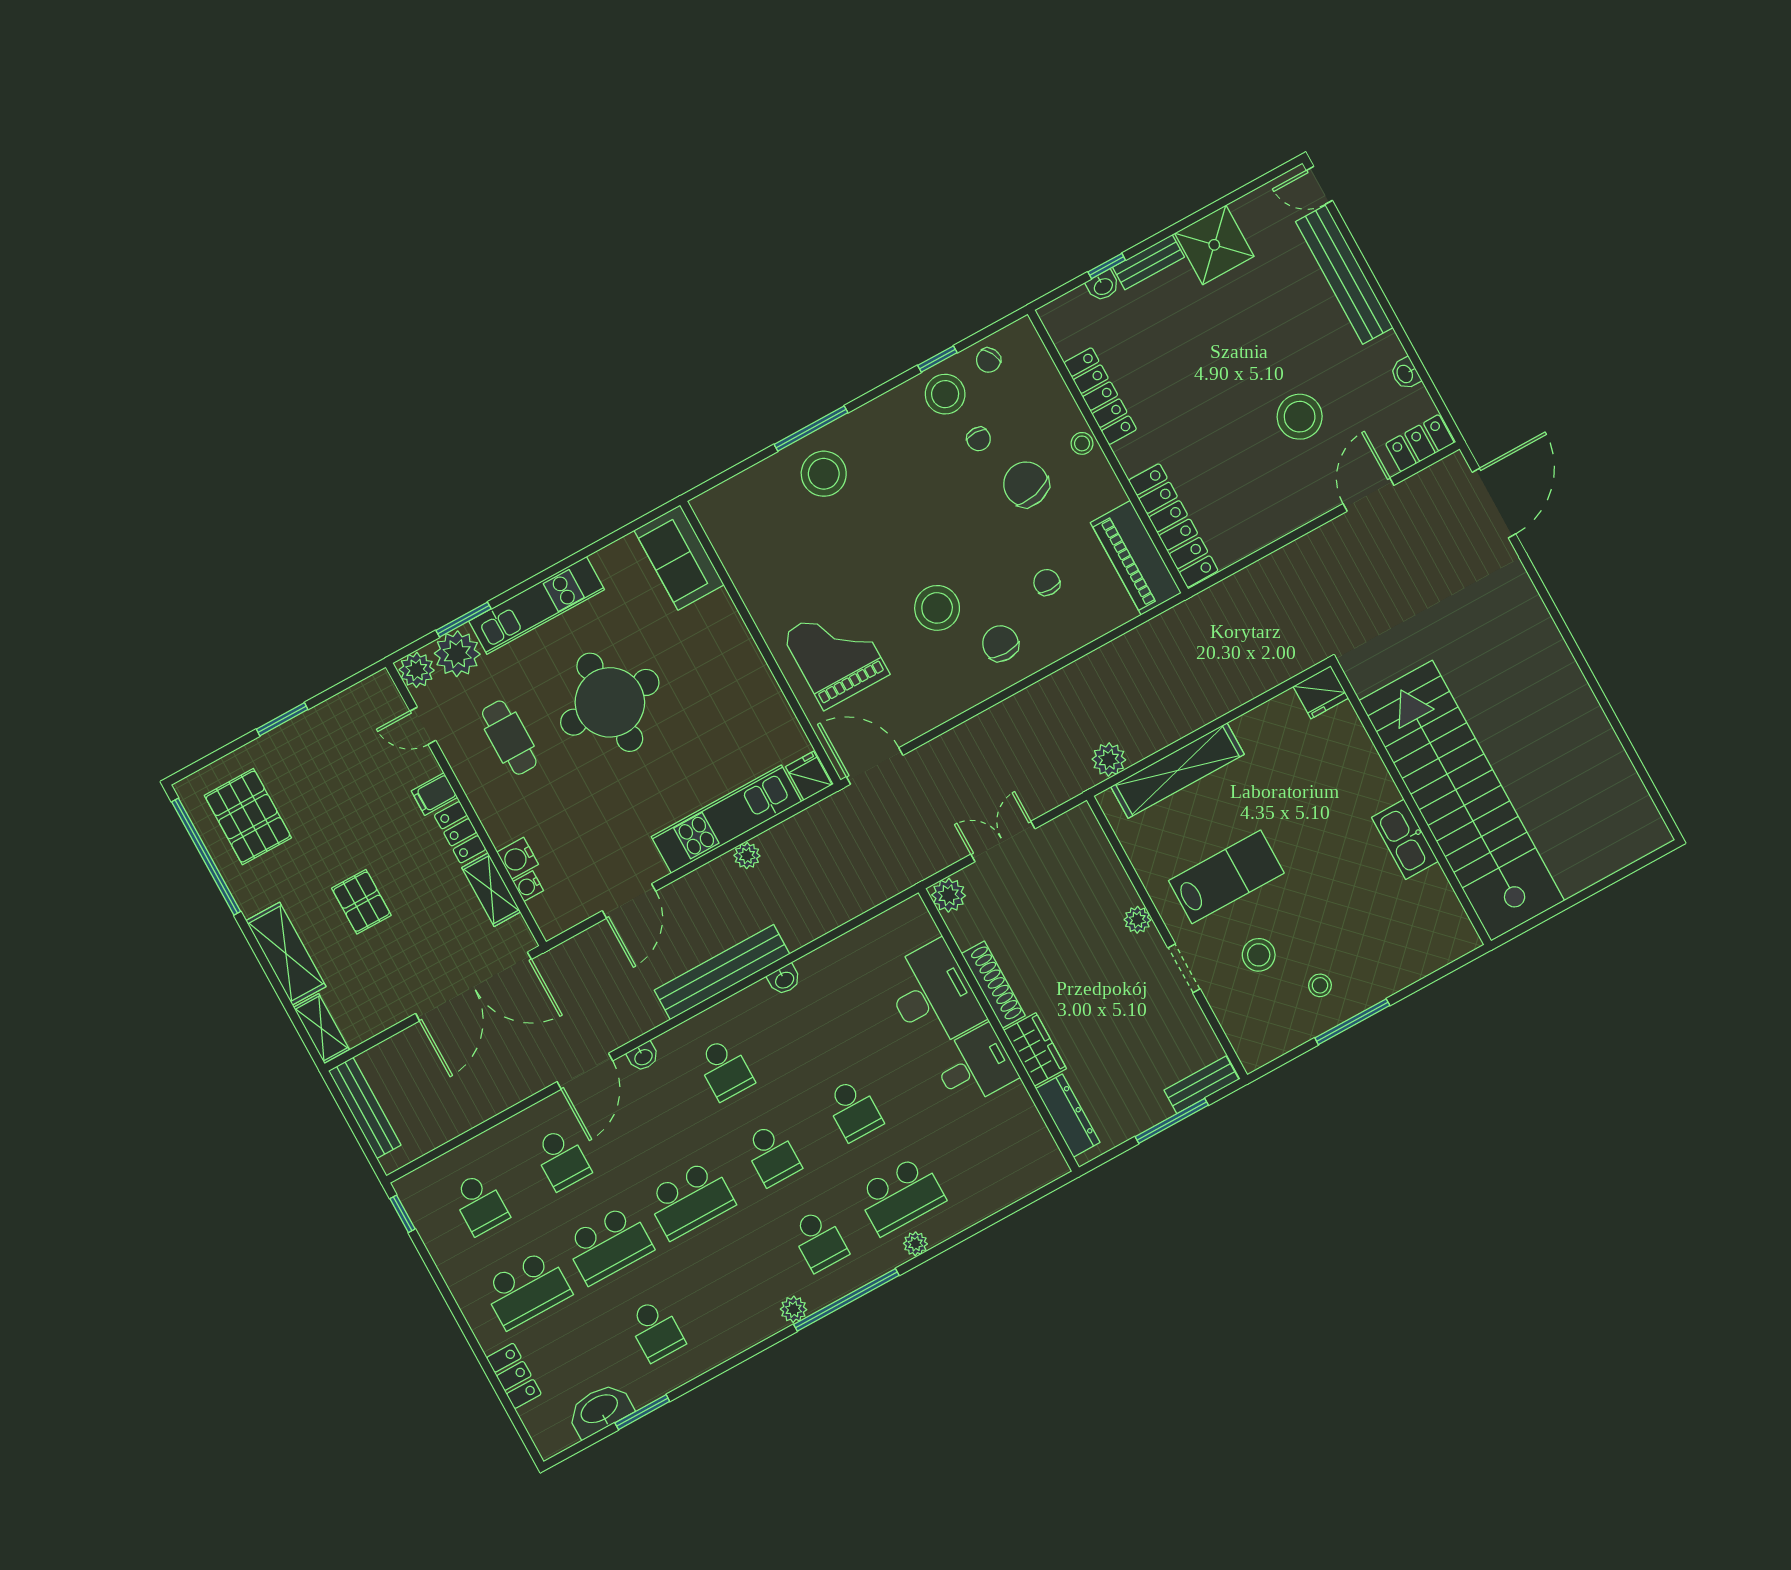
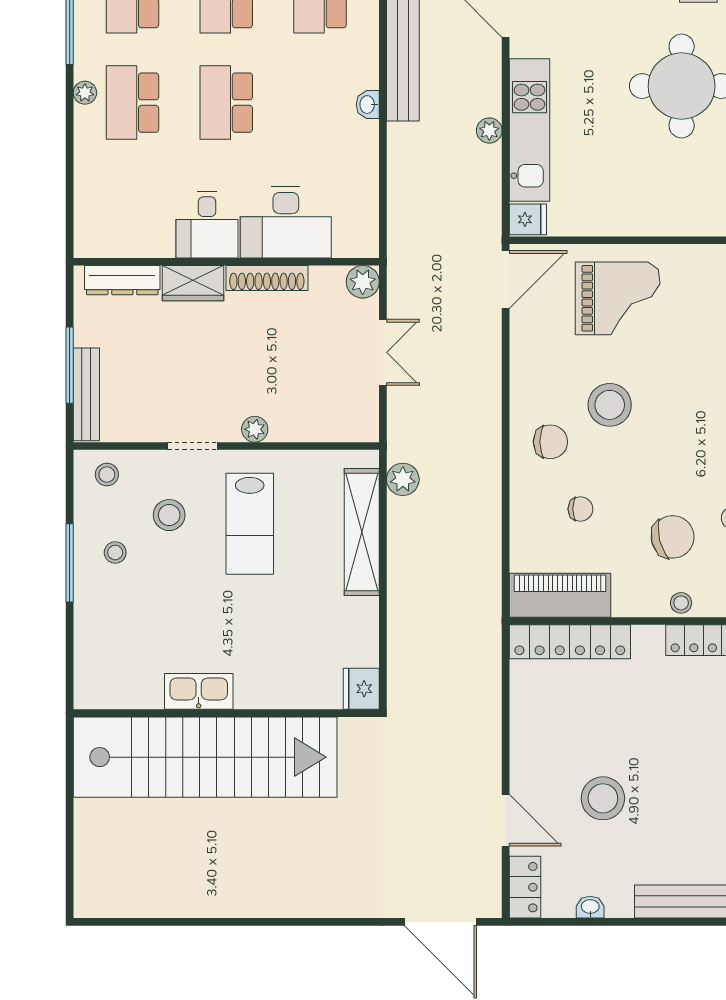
stool: (1253, 1032) -> (107, 475), added
bench: (1201, 1085) -> (86, 394), width x1.36
school desk: (854, 1110) -> (226, 103), width x1.85

